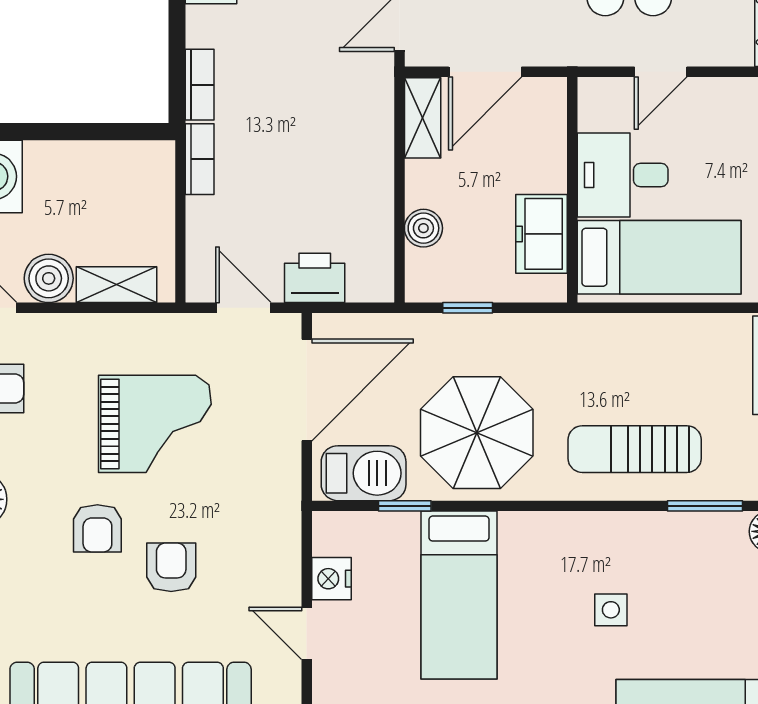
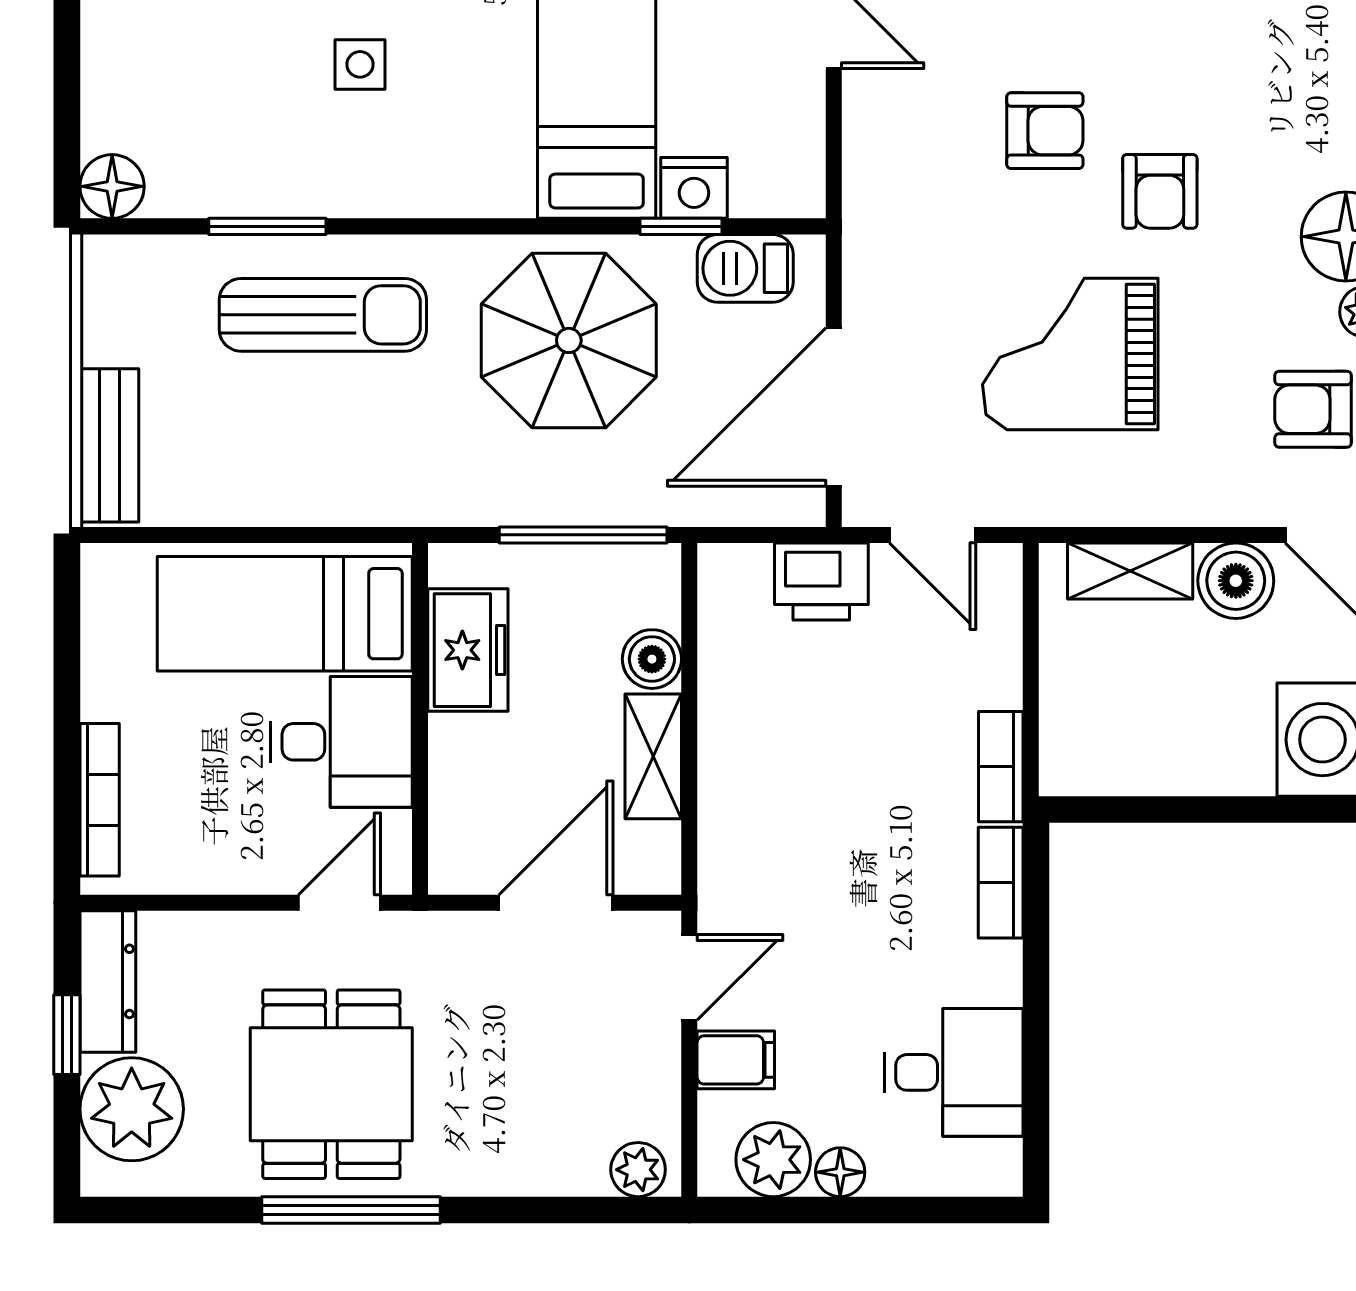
door: (661, 72) -> (339, 903), moved
shelving: (423, 118) -> (653, 756), moved
window: (468, 308) -> (583, 535), width x2.17
barbecue: (364, 473) -> (745, 268), width x0.73, depth x0.79
window: (705, 506) -> (267, 226), moved
armchair: (97, 528) -> (1160, 191), turned 180
armchair: (171, 567) -> (1045, 131), turned -90
nightstand: (331, 579) -> (694, 188), moved, turned 90

